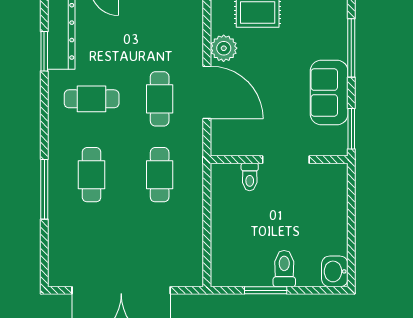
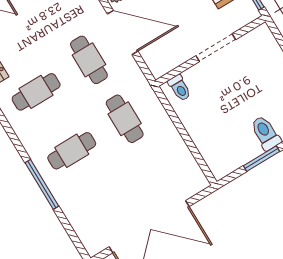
cafe table: (92, 175) -> (72, 151), turned 90
toilet: (250, 177) -> (180, 88), moved

